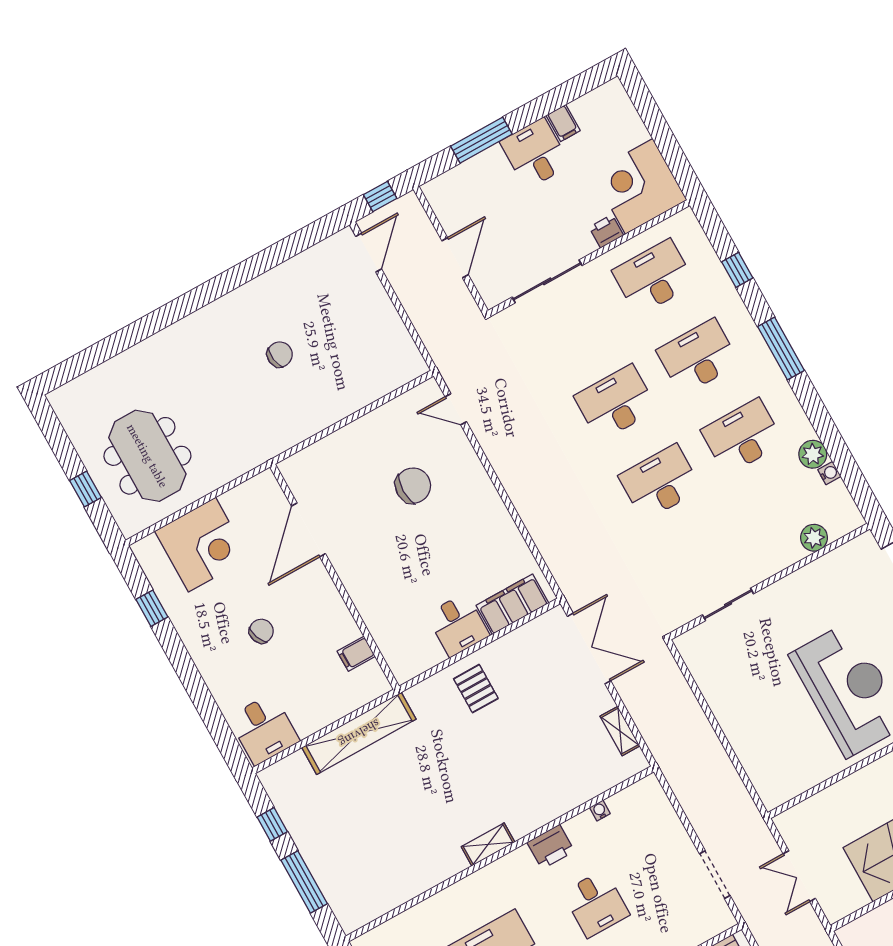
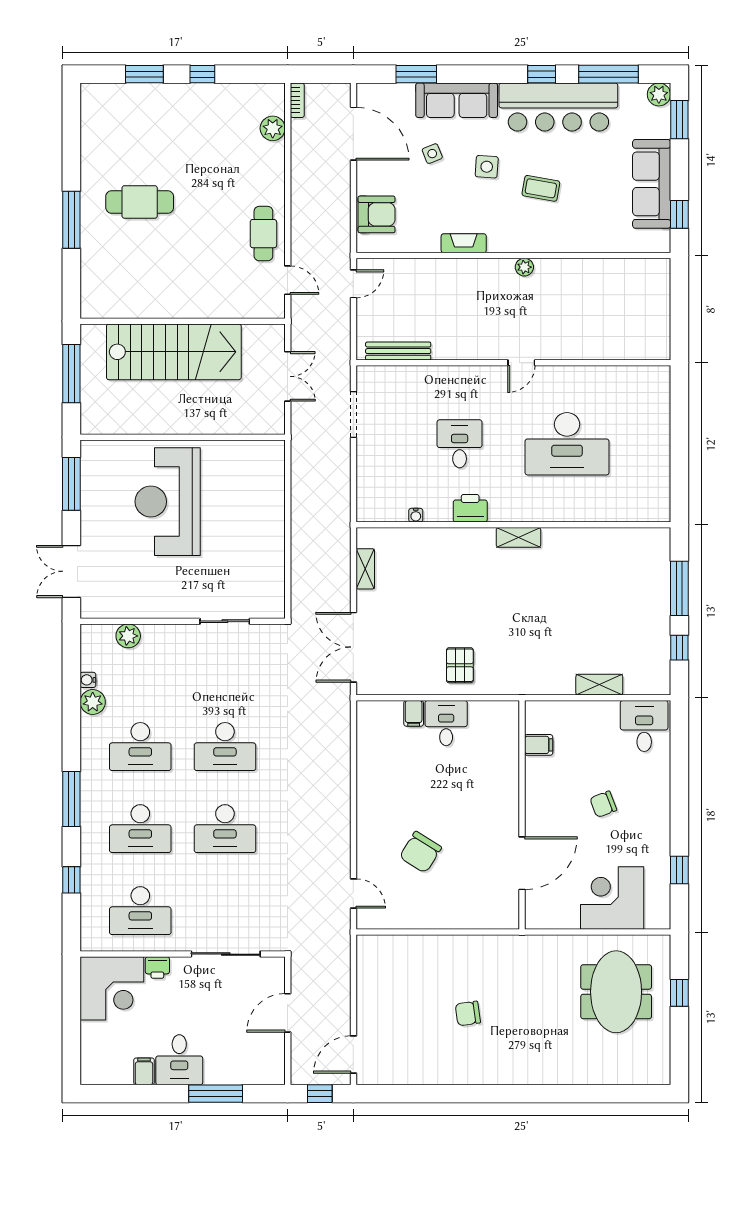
chair: (413, 486) -> (420, 852), turned -58
filing cabinet: (512, 604) -> (414, 713), width x0.33, depth x0.86
shelving: (359, 733) -> (599, 685), width x0.45, depth x0.75

